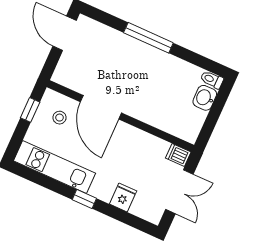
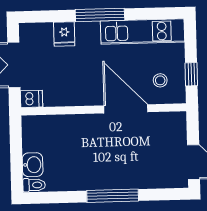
window: (84, 199) -> (100, 15), width x2.17

